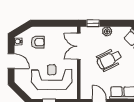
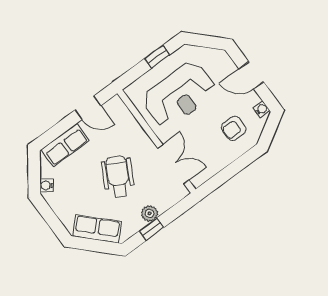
window: (93, 23) -> (151, 229), moved
wheelchair: (109, 60) -> (118, 177), turned -35

